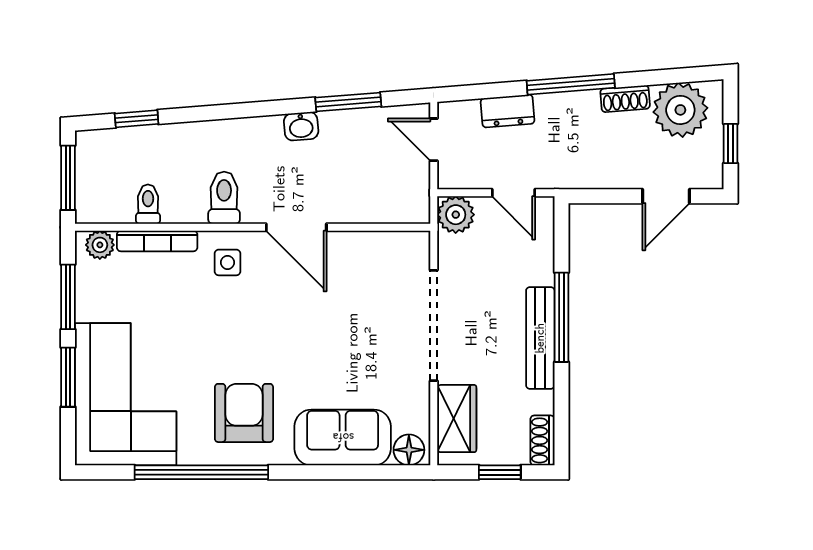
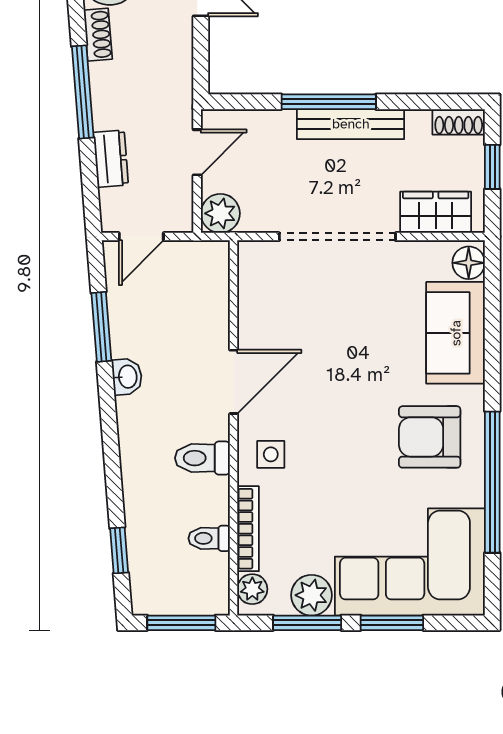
plant: (94, 301) -> (312, 595), added

